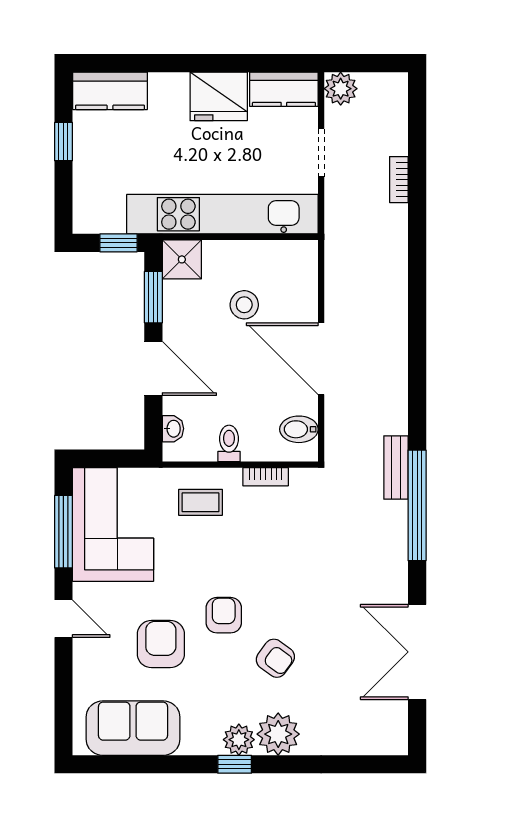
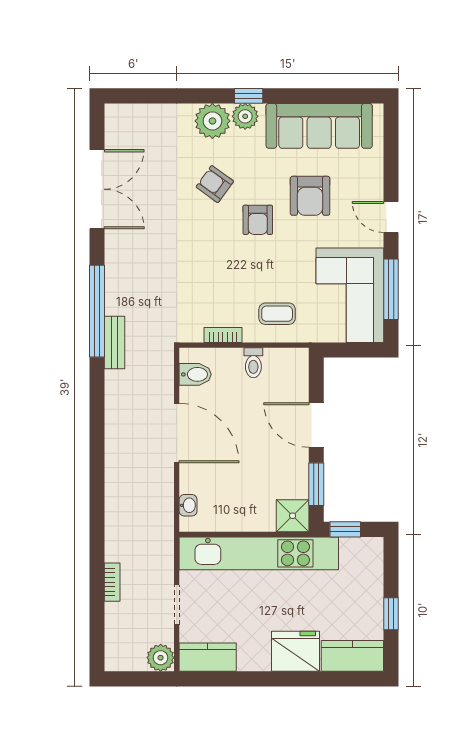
fridge: (219, 96) -> (295, 651), moved
stool: (244, 305) -> (241, 478), removed
washbasin: (173, 429) -> (188, 505), moved, turned 180
sofa: (133, 728) -> (319, 126), width x1.36

